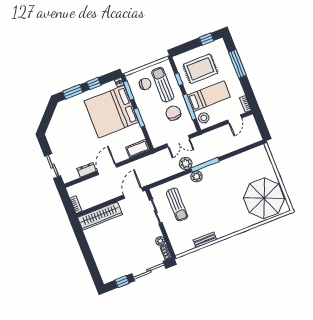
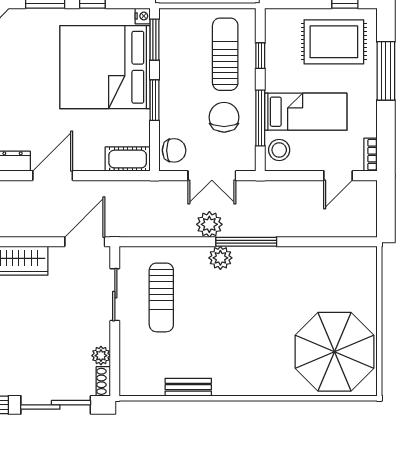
rug: (200, 69) -> (334, 42), moved
chair: (145, 84) -> (174, 150), moved

